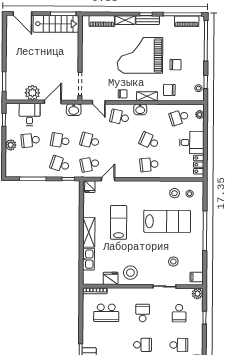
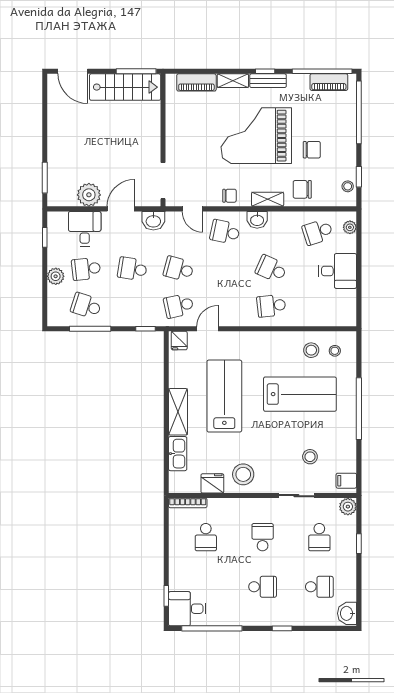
school desk: (60, 164) -> (86, 306), moved
locker: (199, 165) -> (349, 305), removed
lab bench: (119, 222) -> (224, 396), width x1.36, depth x1.39
school desk: (106, 313) -> (206, 537), width x0.54

